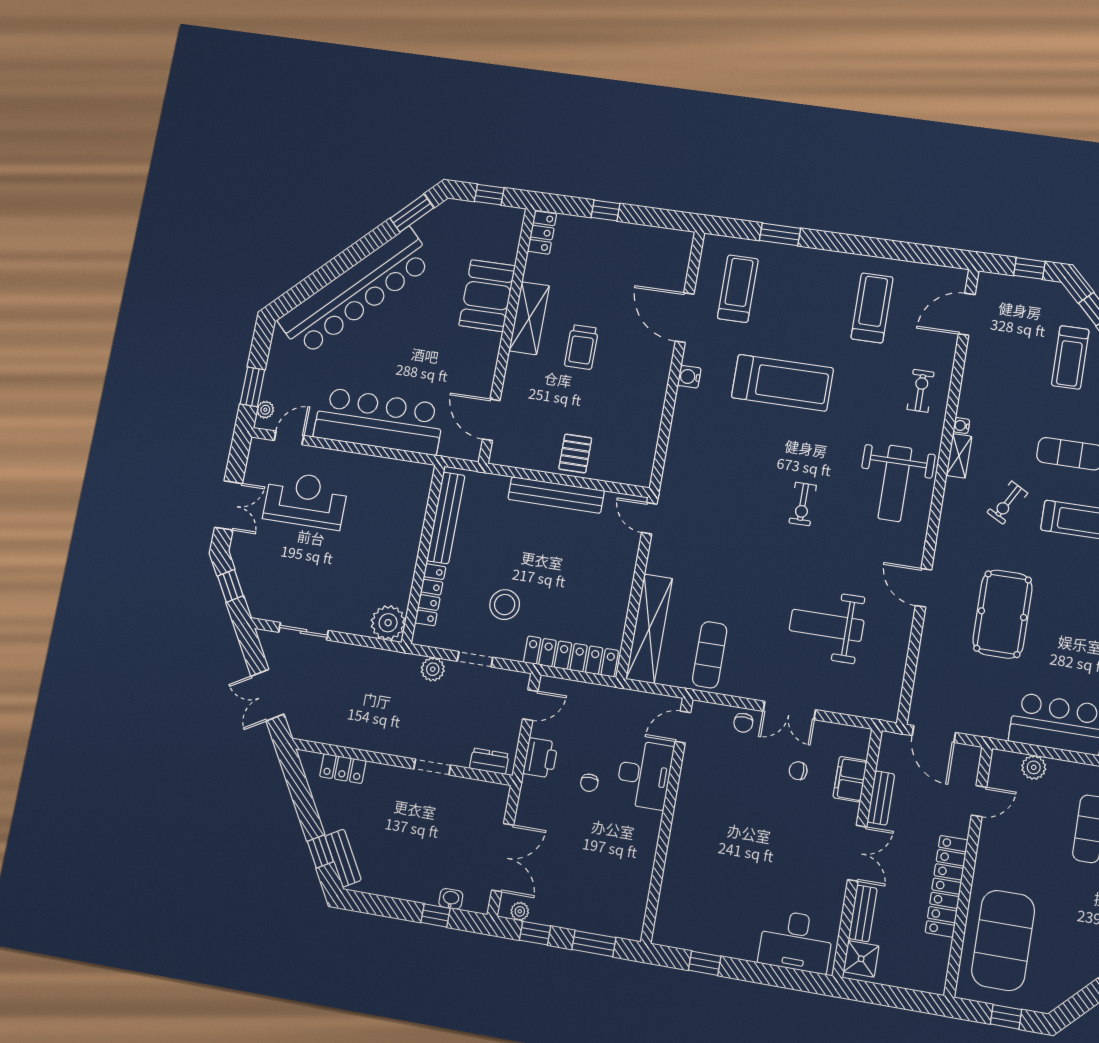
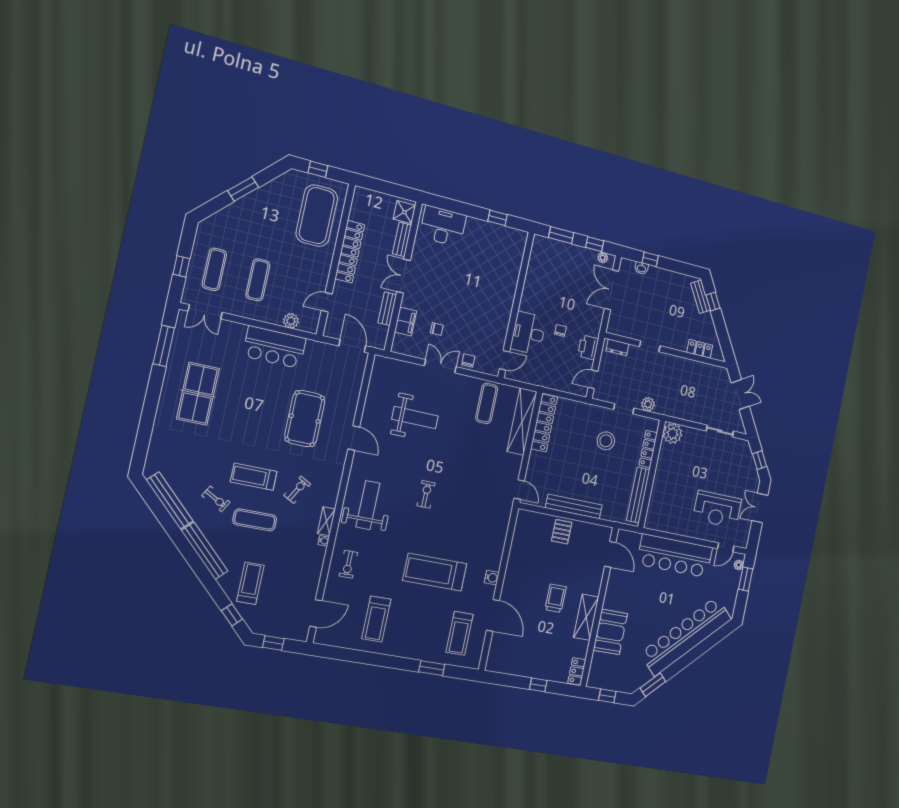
locker: (571, 656) -> (544, 423), moved, turned -90

